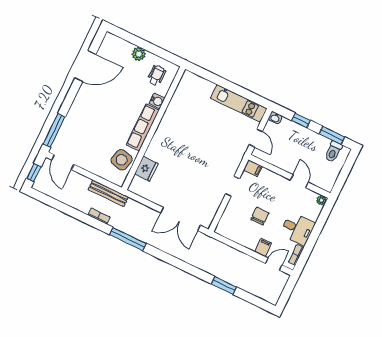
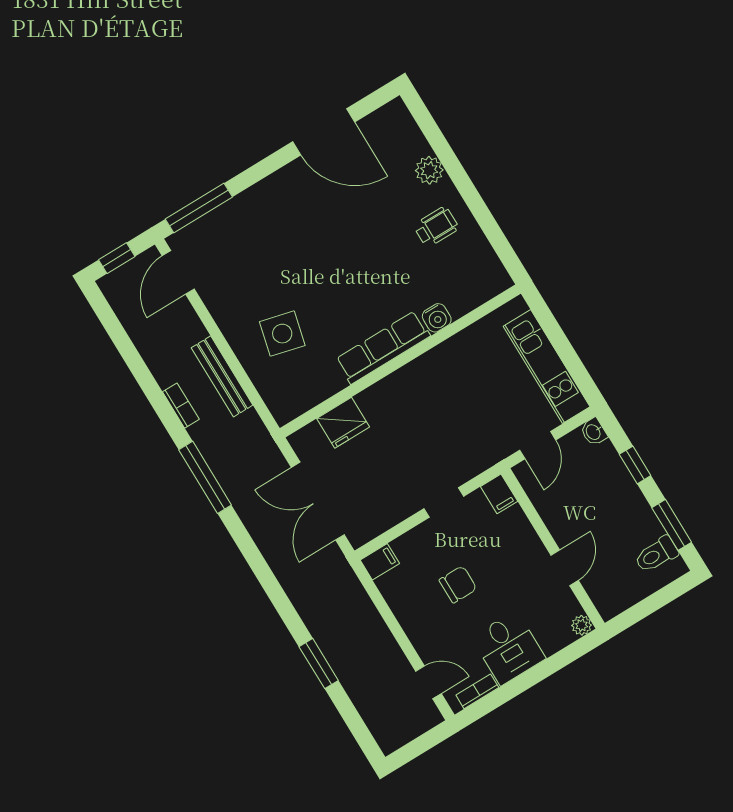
water cooler: (157, 101) -> (437, 318), moved
row of seats: (143, 127) -> (383, 347), moved
wall: (153, 128) -> (400, 361), moved
fridge: (146, 169) -> (343, 423), moved
filing cabinet: (263, 247) -> (380, 562), moved

